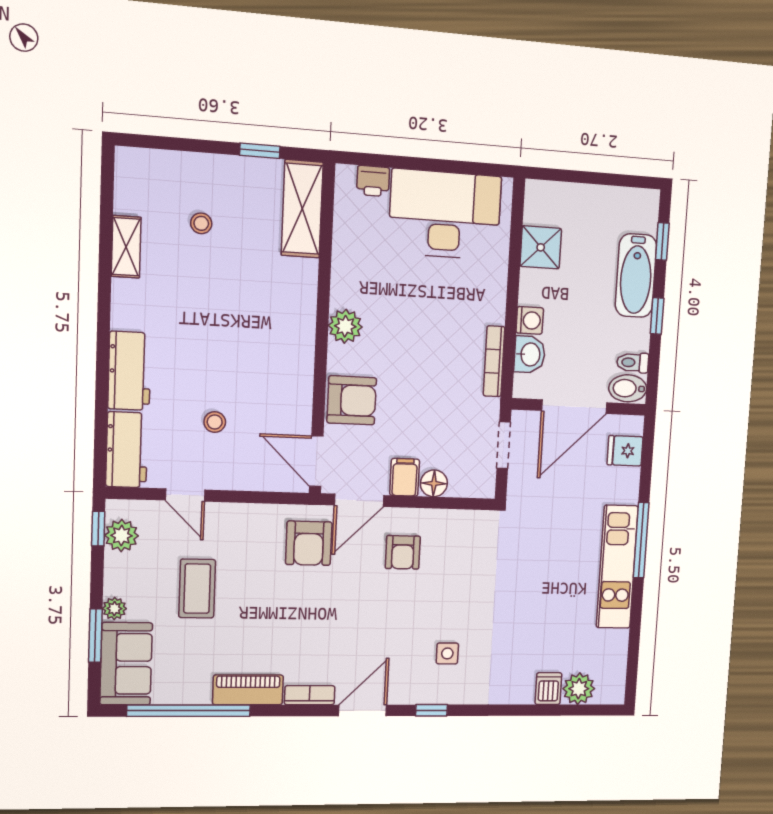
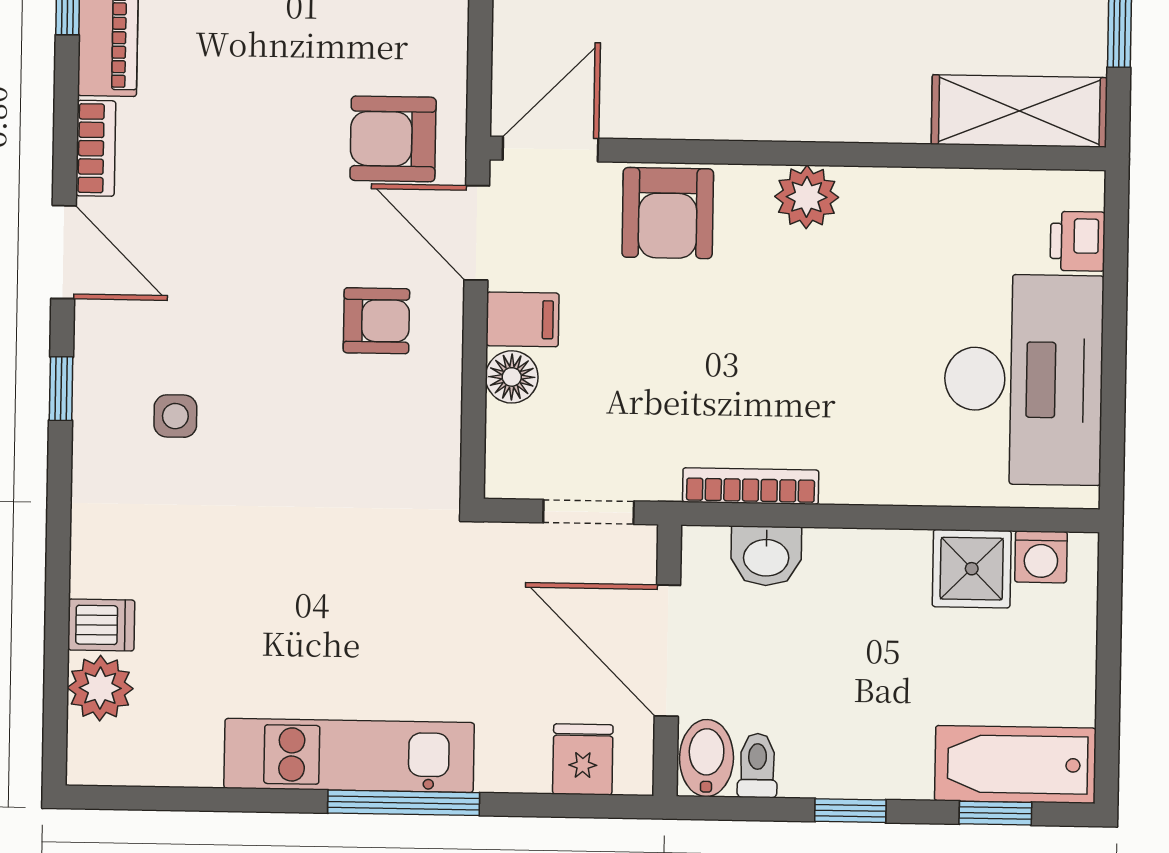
bathtub: (636, 276) -> (1015, 764), moved
washing machine: (530, 320) -> (1041, 557), moved
armchair: (403, 552) -> (376, 321), turned 180

